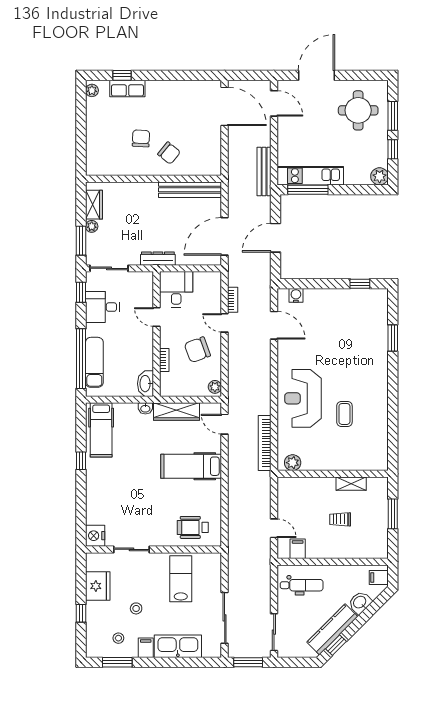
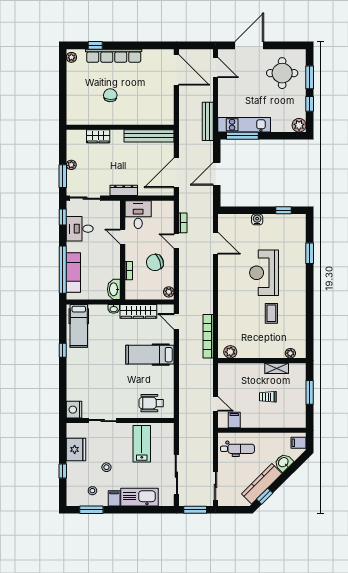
row of seats: (127, 88) -> (114, 56), width x2.02
chair: (169, 153) -> (132, 107), removed
wardrobe: (94, 205) -> (98, 136), moved, turned 90
water cooler: (296, 295) -> (257, 219), moved
reception desk: (303, 398) -> (264, 273), moved
plant: (369, 464) -> (290, 353), added

